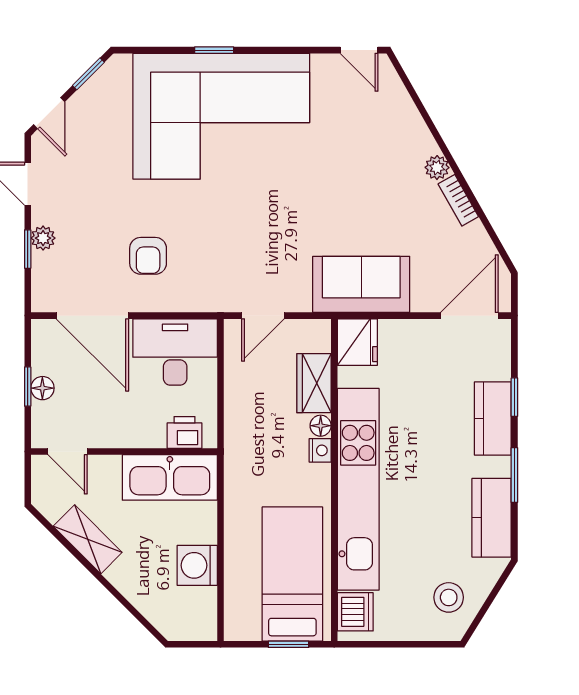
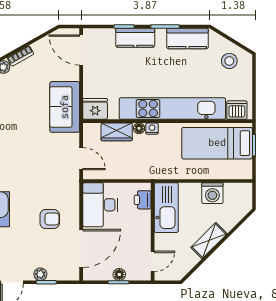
shelving: (88, 539) -> (209, 241), moved

